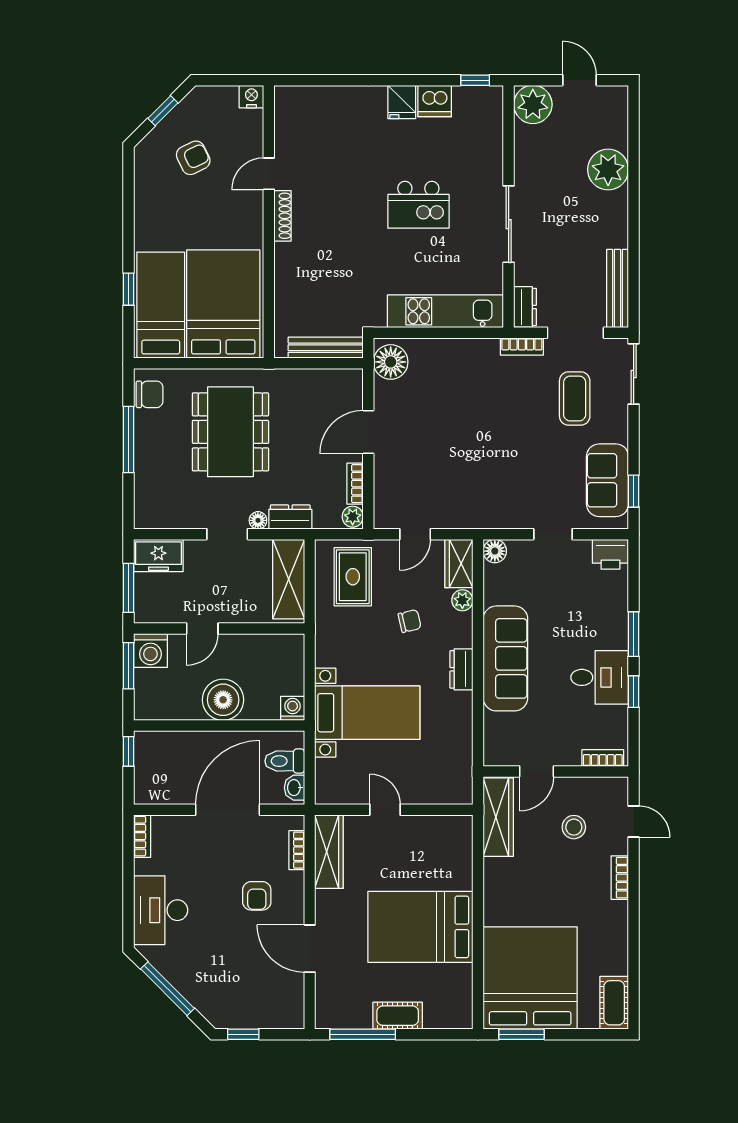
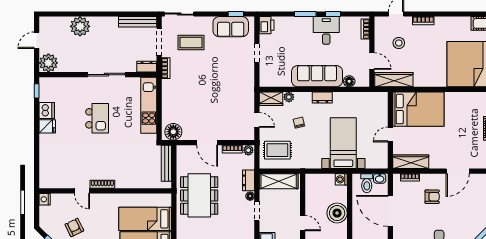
bed: (223, 304) -> (145, 219), width x0.67
dining table: (230, 432) -> (199, 195), moved, turned 90
floor lamp: (495, 551) -> (349, 81), moved
bed: (420, 927) -> (418, 109), moved, turned -90

